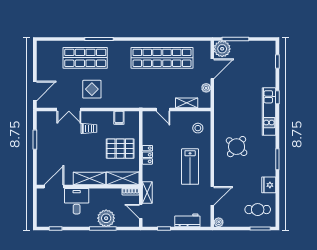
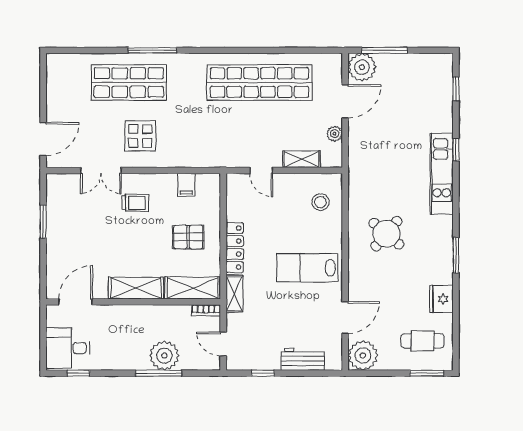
pallet: (120, 149) -> (188, 237), width x0.67, depth x0.71
locker: (147, 155) -> (235, 248), width x1.53
lab bench: (190, 167) -> (307, 268), turned 90
shelving: (147, 192) -> (234, 294), moved
desk: (77, 201) -> (68, 348), moved, turned -90
plant: (219, 222) -> (363, 355), width x1.87, depth x1.87

